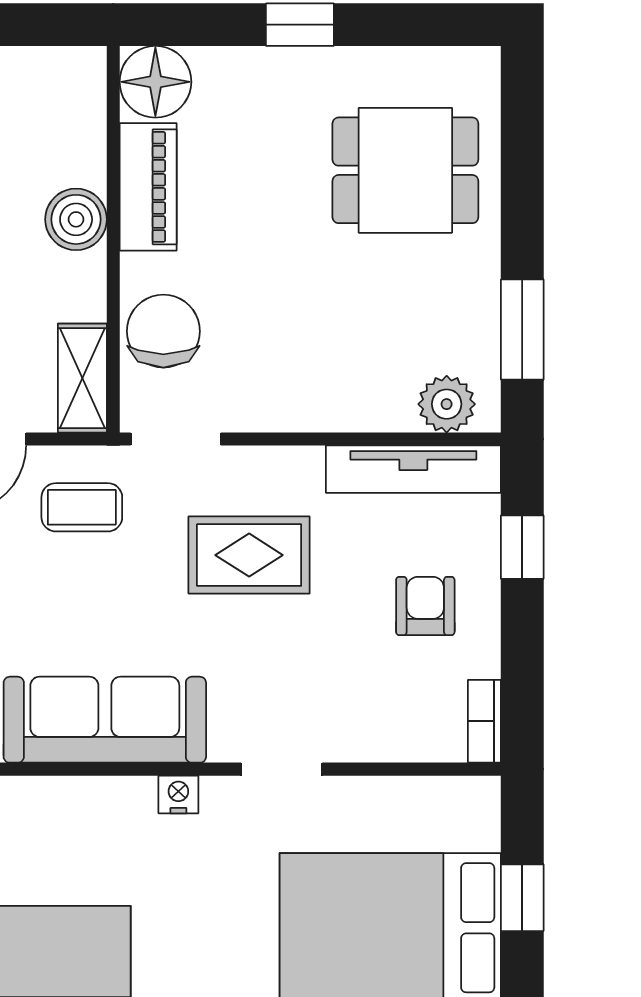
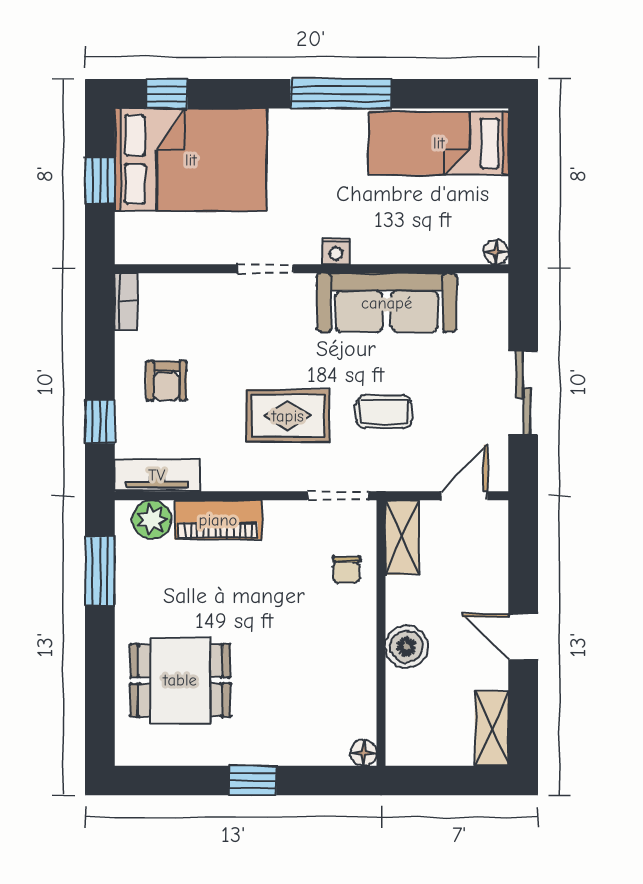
floor lamp: (155, 82) -> (364, 753), width x0.53, depth x0.53
piano: (148, 187) -> (218, 520), moved, turned -90
chair: (163, 331) -> (347, 570), width x0.54, depth x0.54
tv unit: (413, 469) -> (157, 475), width x0.71
coffee table: (82, 507) -> (384, 412), moved

